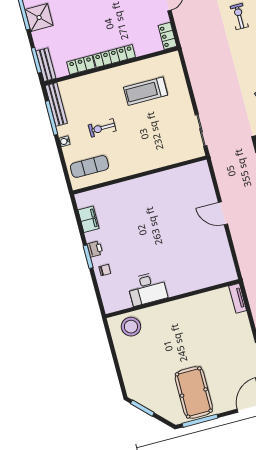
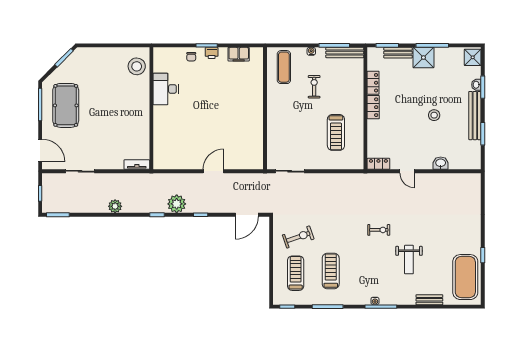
locker: (114, 56) -> (373, 107), width x0.66
bench: (46, 65) -> (398, 53), moved
treadmill: (146, 91) -> (336, 132), turned 180
pool table: (194, 393) -> (66, 105), turned 90

